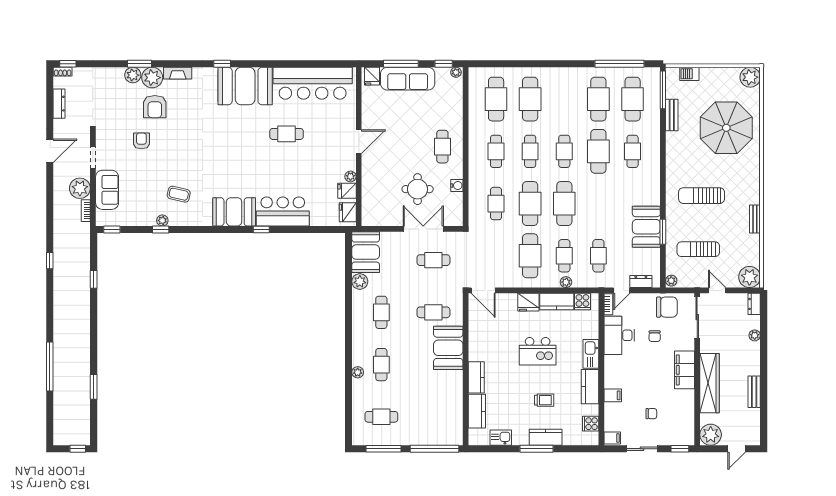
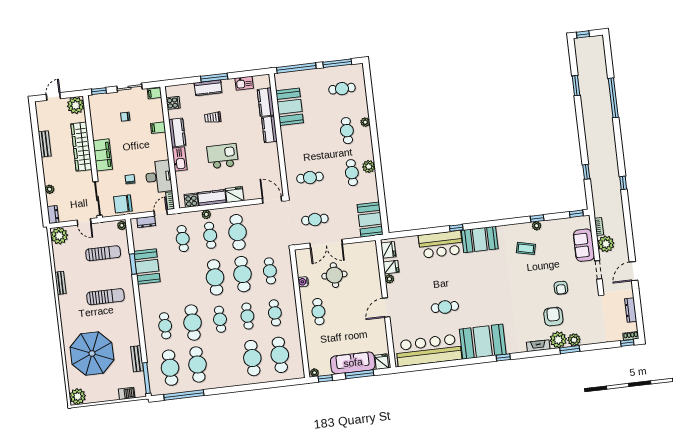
plant: (360, 281) -> (369, 166), moved
booth: (448, 348) -> (290, 107), moved

